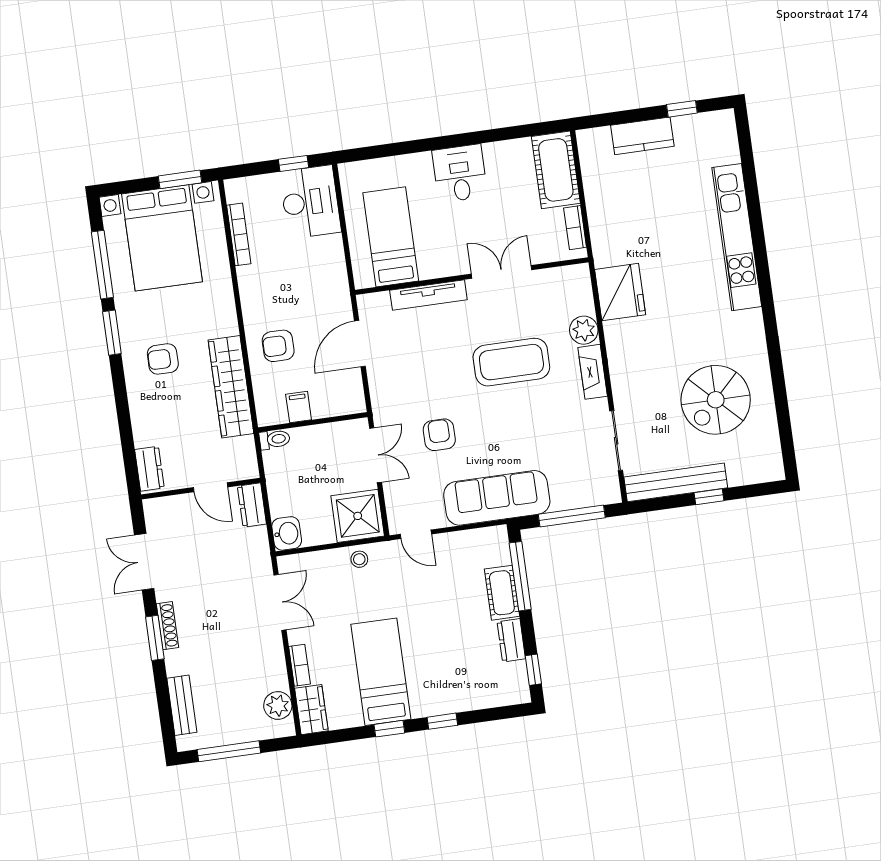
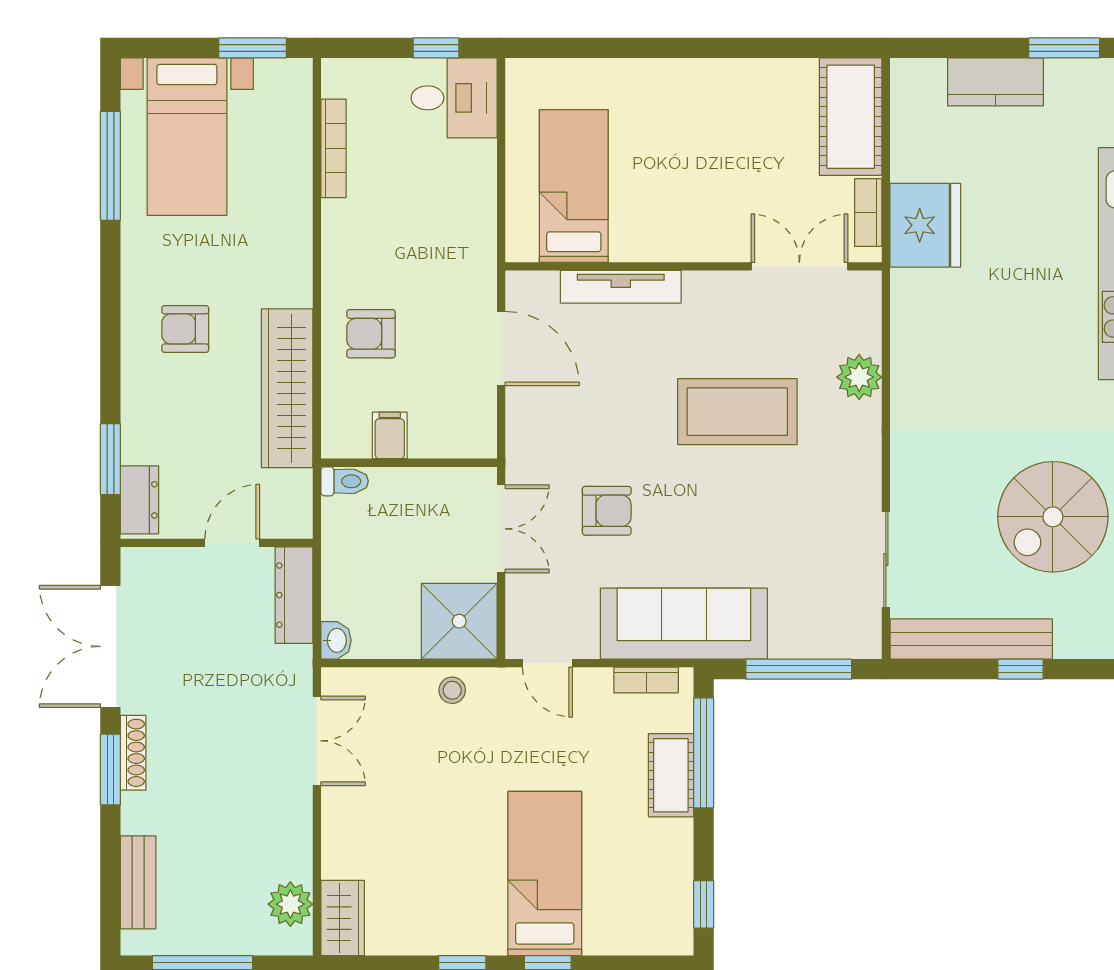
window: (682, 109) -> (1064, 48), width x1.50
desk: (460, 173) -> (698, 101), removed
desk: (310, 202) -> (454, 98), width x0.73
bed with nightstands: (162, 238) -> (187, 137), width x0.73
double door: (502, 272) -> (799, 266), moved
fridge: (620, 292) -> (925, 225), moved
window: (112, 333) -> (110, 459), moved
door: (360, 344) -> (501, 349), swing flipped
fireplace: (593, 372) -> (864, 445), removed
armchair: (439, 435) -> (607, 511), turned 90
door: (211, 487) -> (232, 543), swing flipped
dresser: (252, 505) -> (294, 595), width x1.44
washbasin: (287, 533) -> (336, 640), width x0.72, depth x0.69
double door: (144, 562) -> (110, 646), width x1.37
dresser: (511, 640) -> (675, 853), removed
bookcase: (299, 665) -> (646, 680), moved, turned 90
bed: (381, 672) -> (545, 874), moved

